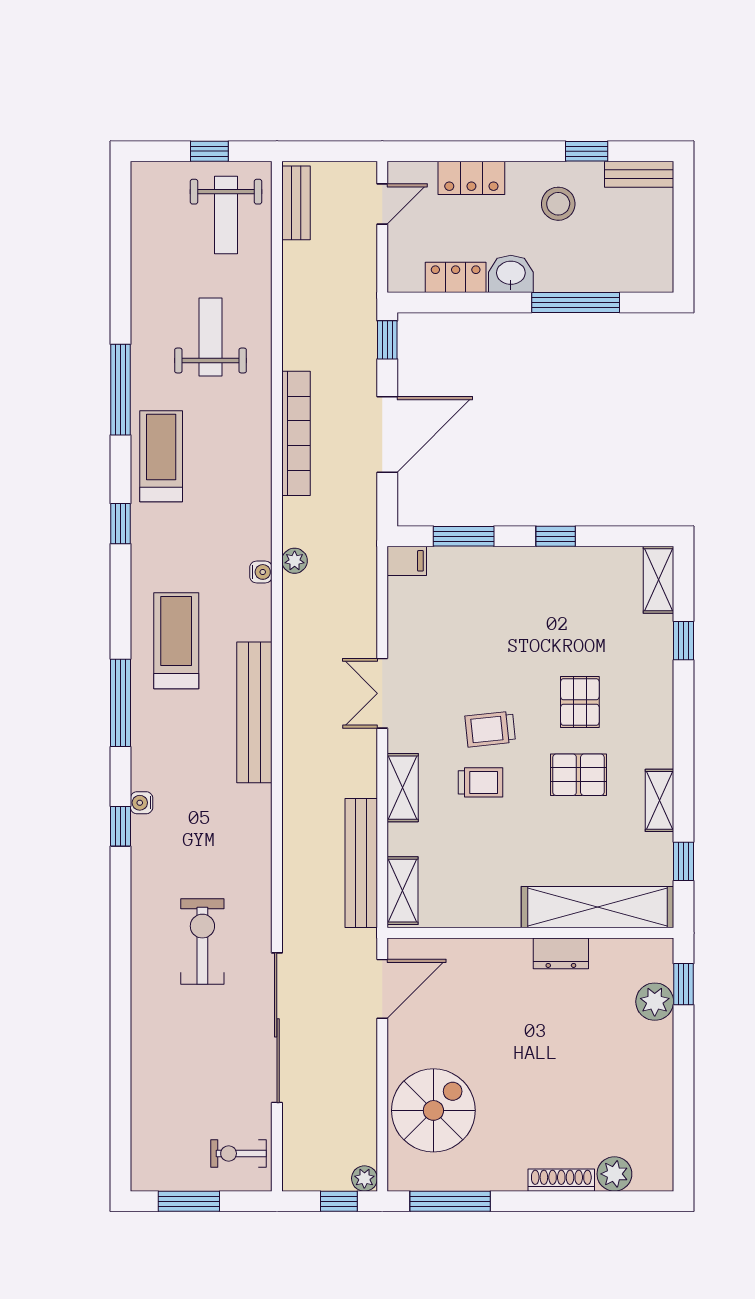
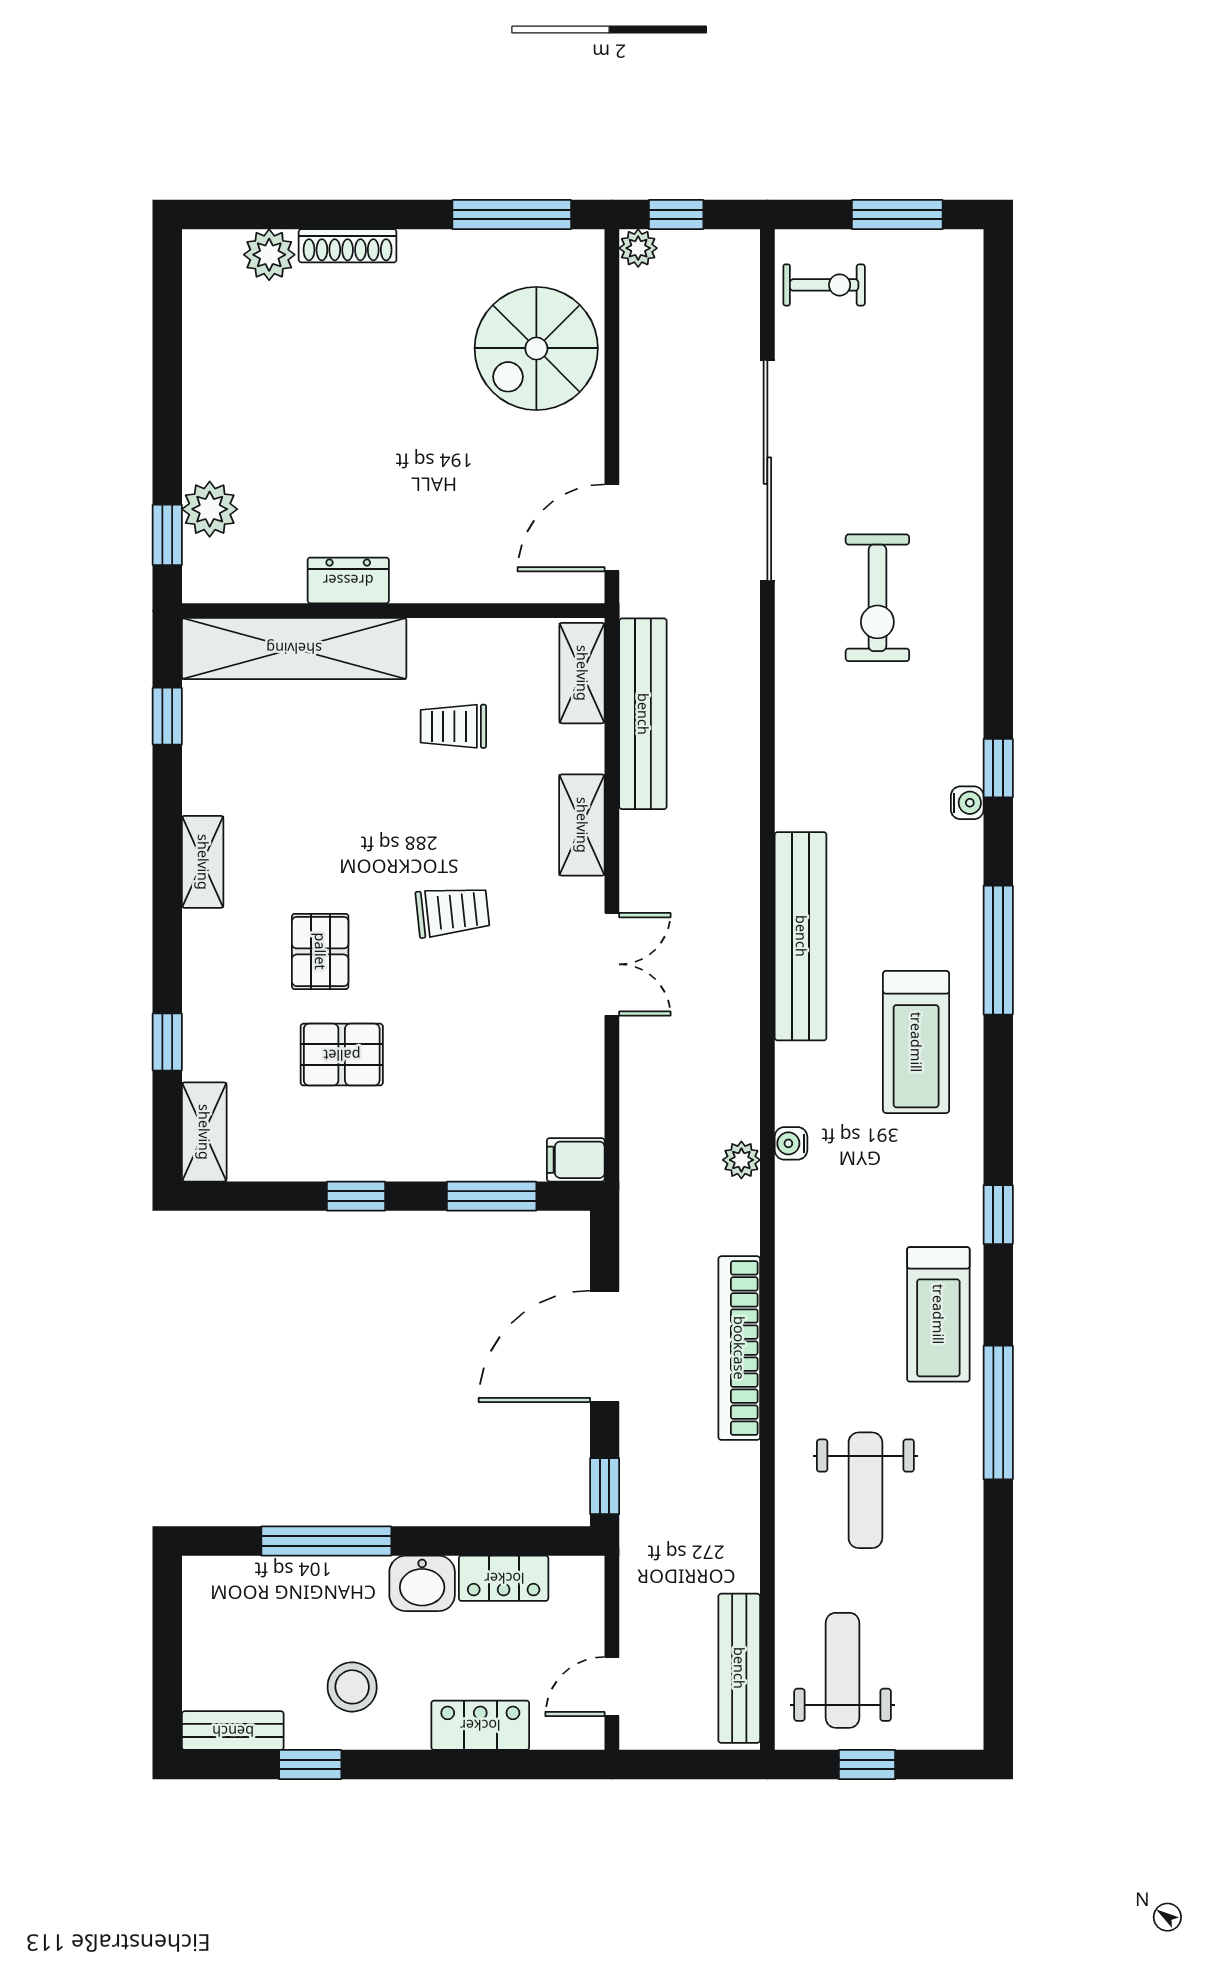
bench: (296, 203) -> (739, 1668), width x1.36
pallet: (578, 775) -> (342, 1055), moved
trolley: (480, 782) -> (453, 726), moved
shelving: (660, 800) -> (203, 862), moved

